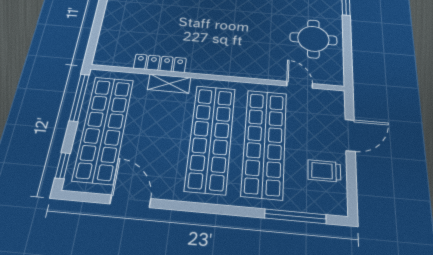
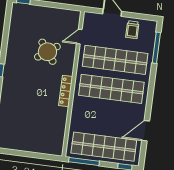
round table: (313, 39) -> (47, 52), moved, turned -36
locker: (160, 63) -> (66, 91), moved
shelving: (169, 84) -> (76, 111), removed

